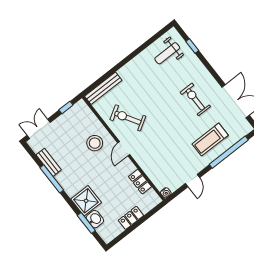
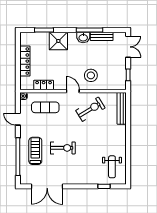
weight bench: (167, 53) -> (112, 167), turned 180
exercise bike: (195, 99) -> (63, 148), moved
exercise mat: (160, 163) -> (45, 107), added
locker: (131, 218) -> (25, 61), width x1.53
washbasin: (95, 219) -> (83, 37), moved

